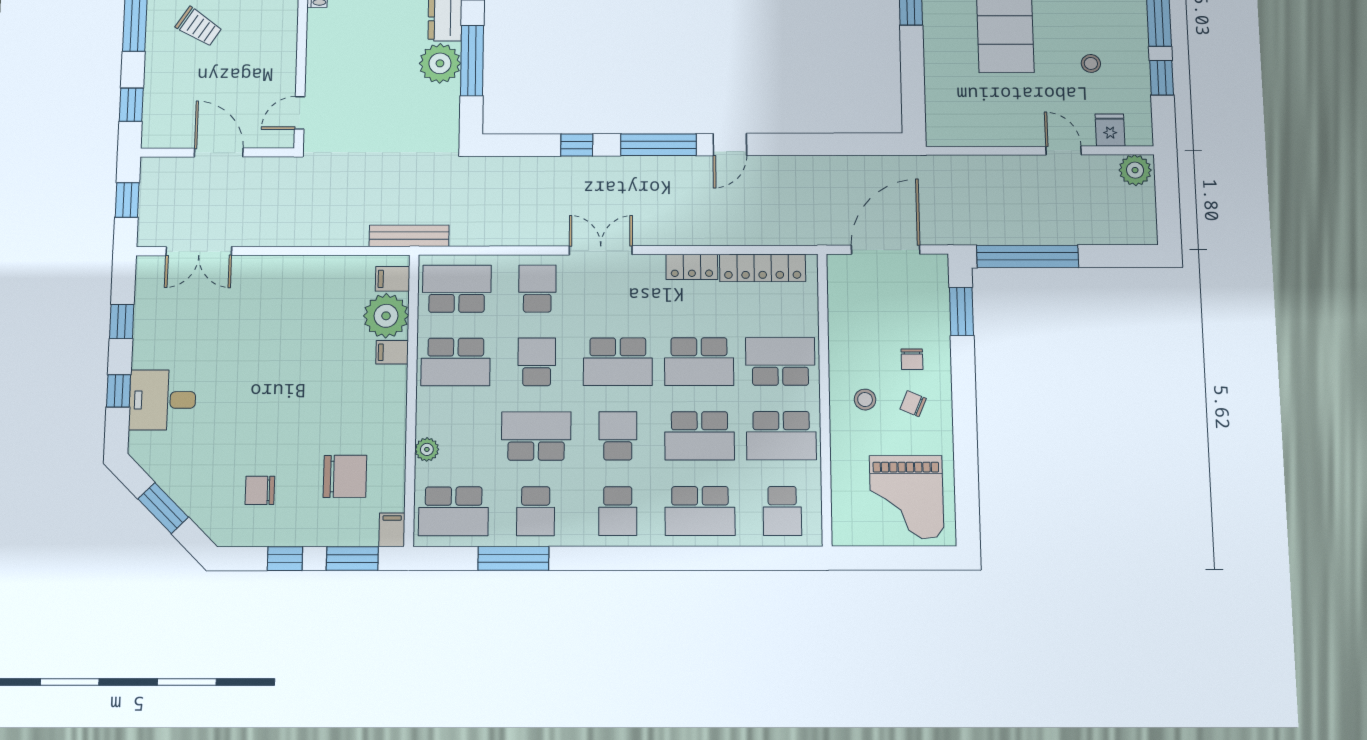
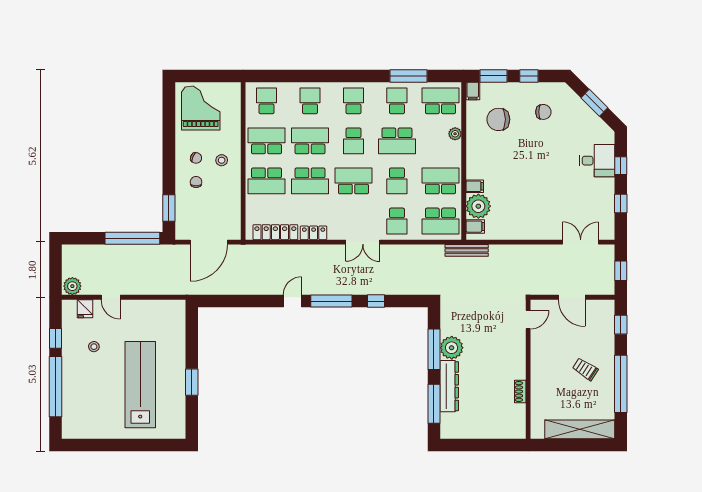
school desk: (699, 362) -> (310, 181), turned 180
school desk: (700, 511) -> (310, 101), width x0.54

